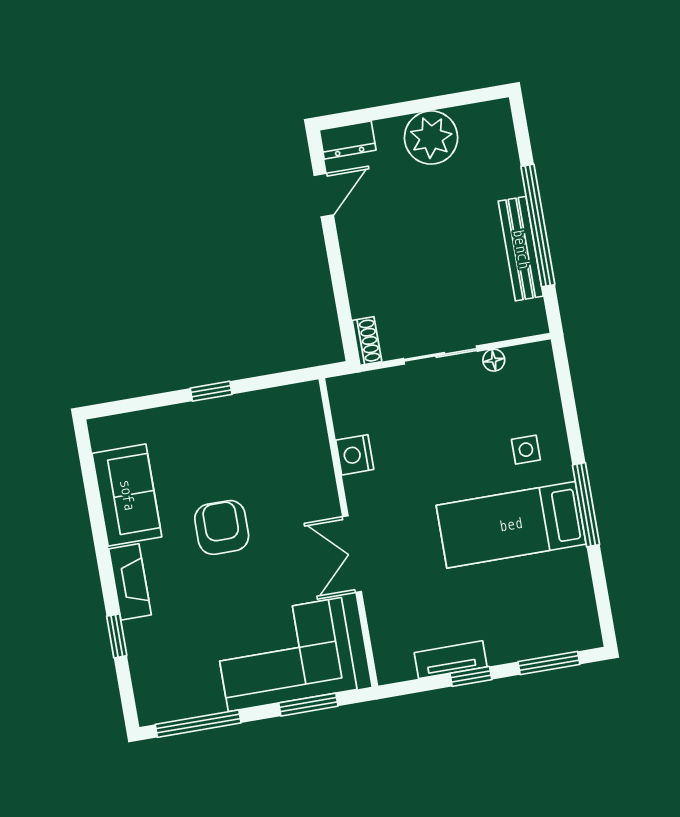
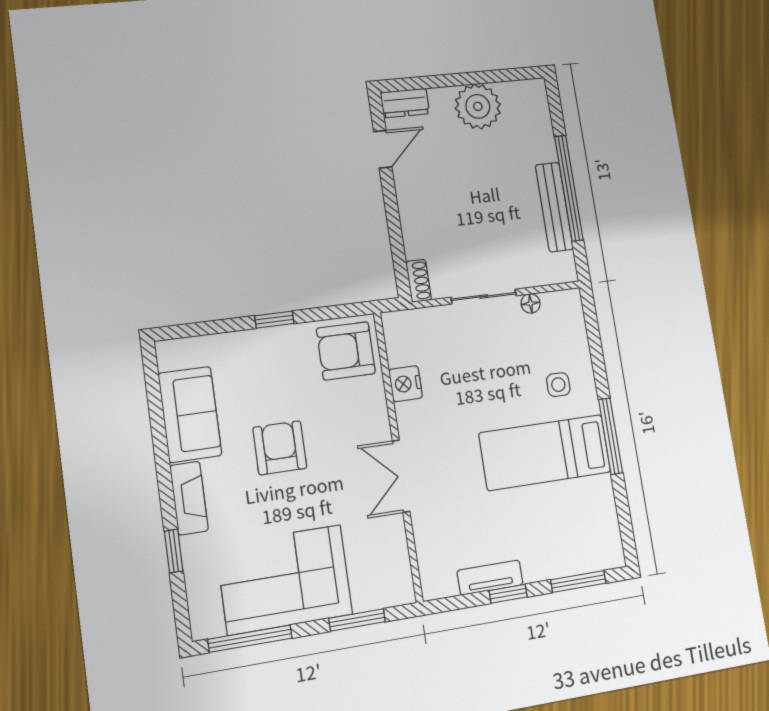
armchair: (289, 422) -> (346, 351), added
corner sofa: (285, 655) -> (285, 580), moved

